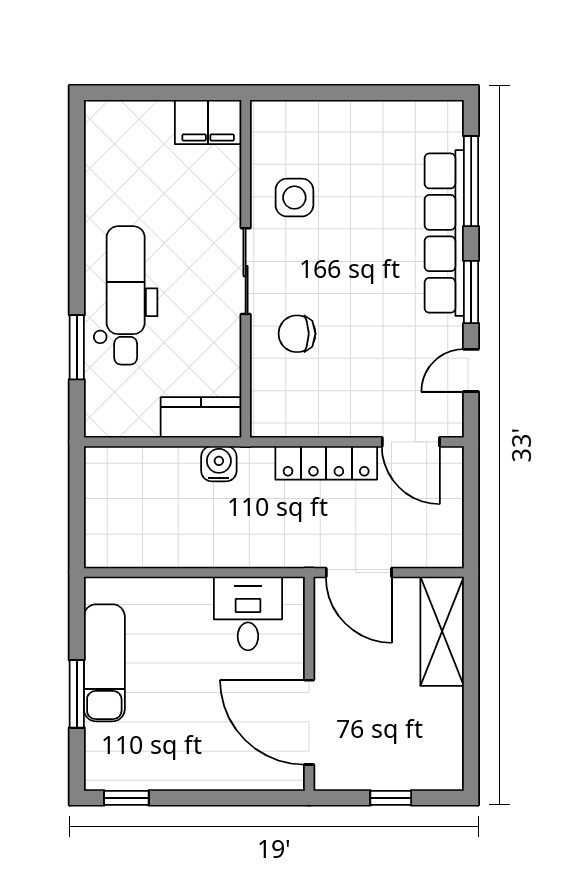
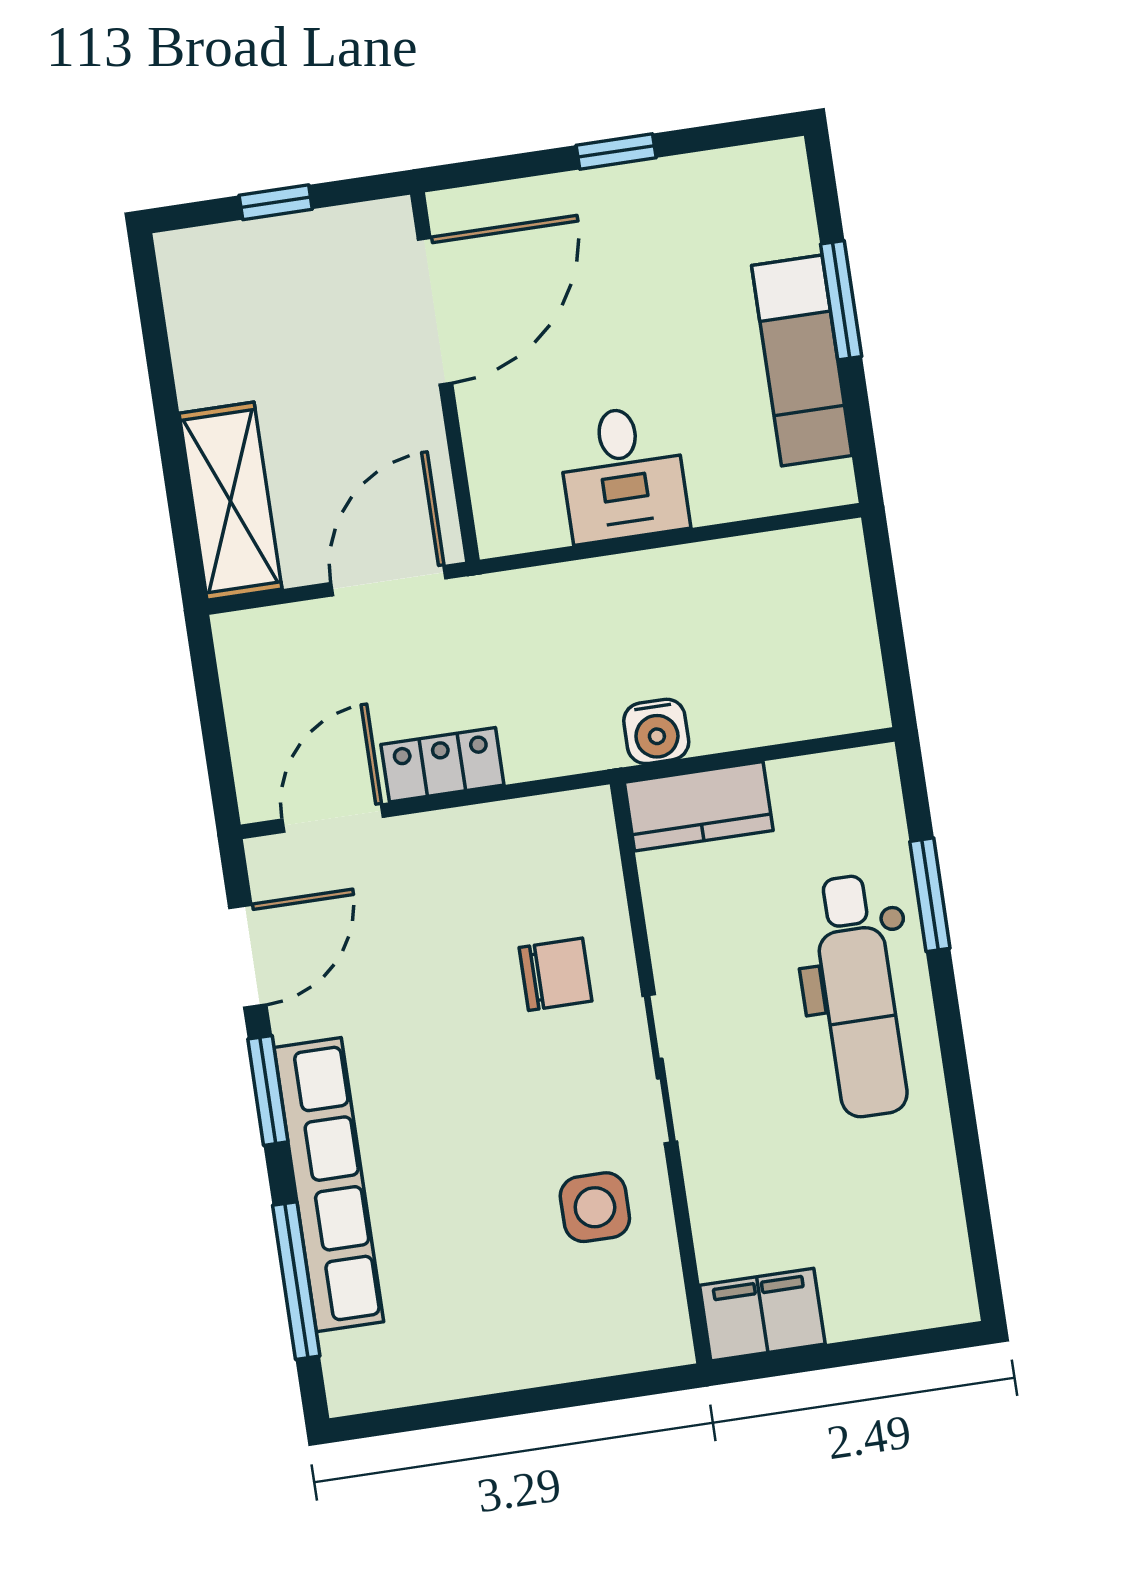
door: (471, 370) -> (248, 956), width x1.38
door: (411, 442) -> (333, 818), hinge flipped
locker: (326, 463) -> (442, 765), width x0.66
door: (359, 573) -> (388, 581), hinge flipped
desk: (248, 614) -> (623, 474), moved
door: (309, 722) -> (435, 311), hinge flipped
window: (126, 798) -> (616, 151), moved

